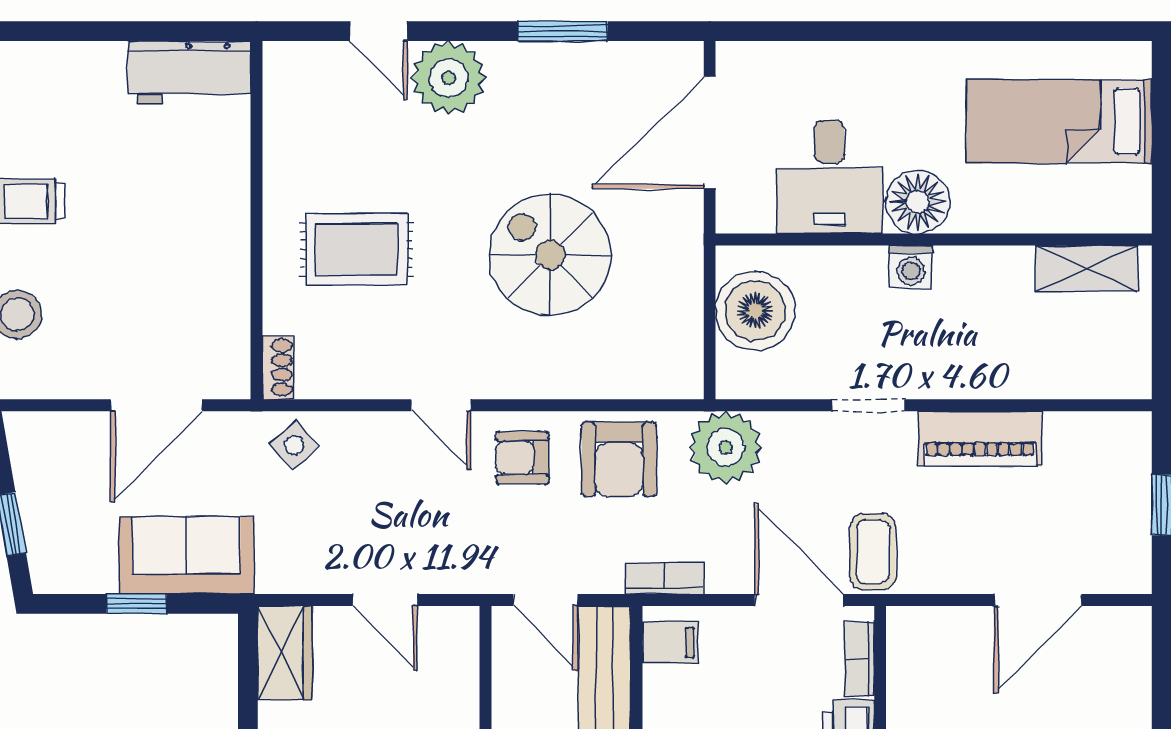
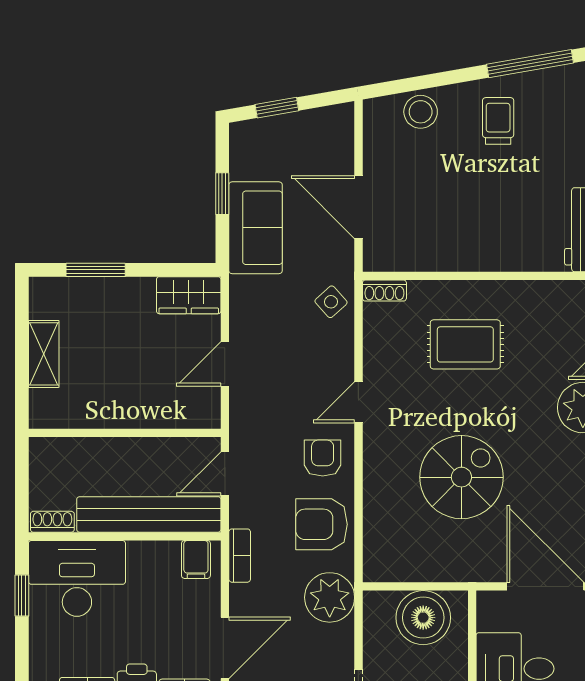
rug: (357, 249) -> (465, 344), turned 90

